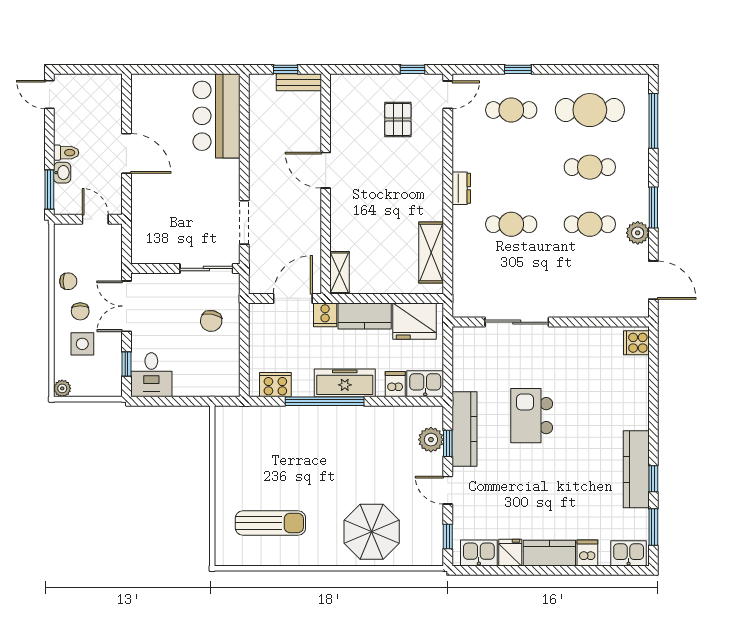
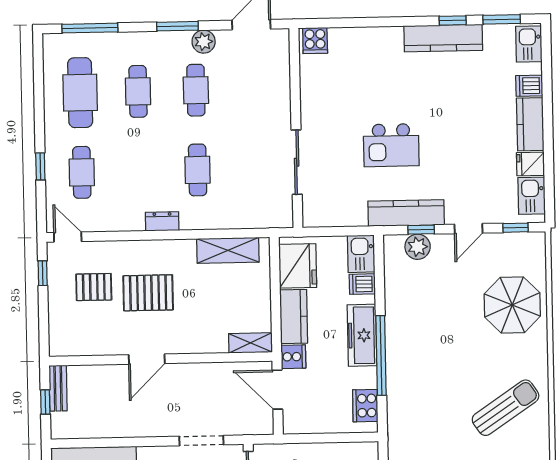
pallet: (391, 173) -> (148, 293), added
sun lounger: (270, 523) -> (506, 408), turned 56

